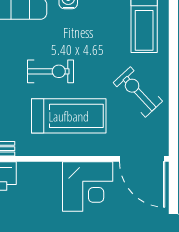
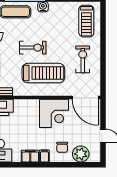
exercise bike: (138, 92) -> (83, 59), turned 43

